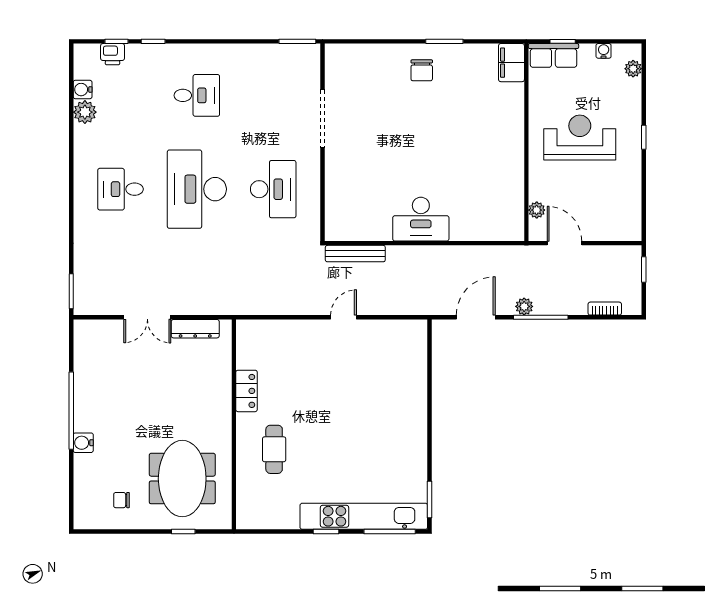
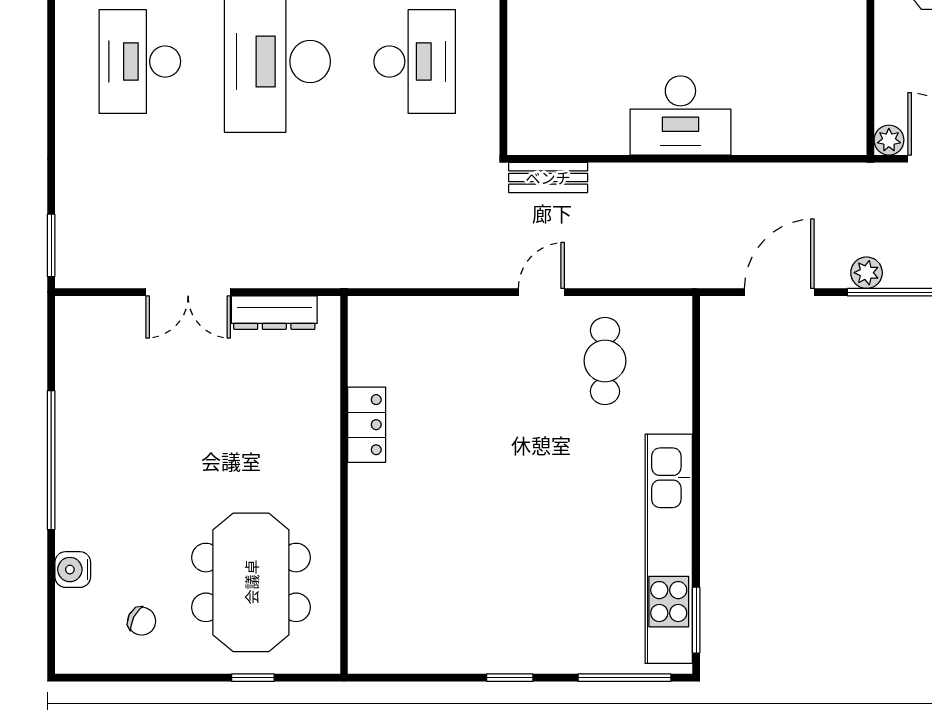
desk: (120, 189) -> (140, 61), width x1.37
plant: (537, 210) -> (889, 140), moved
bench: (355, 254) -> (548, 177), width x0.73
water cooler: (83, 443) -> (73, 570), moved
cafe table: (274, 449) -> (605, 361), moved
chair: (121, 500) -> (142, 621), turned -153
kitchen unit: (364, 516) -> (669, 549), moved, turned -90

